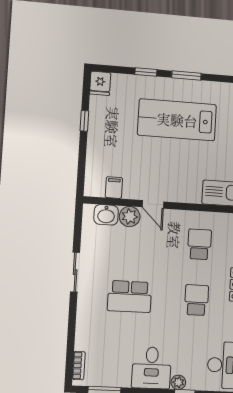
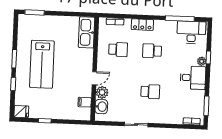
school desk: (199, 244) -> (118, 49), turned 180
school desk: (130, 297) -> (150, 92), width x0.54

